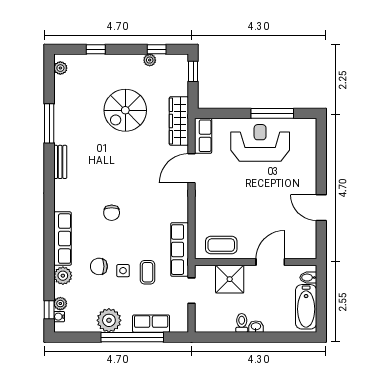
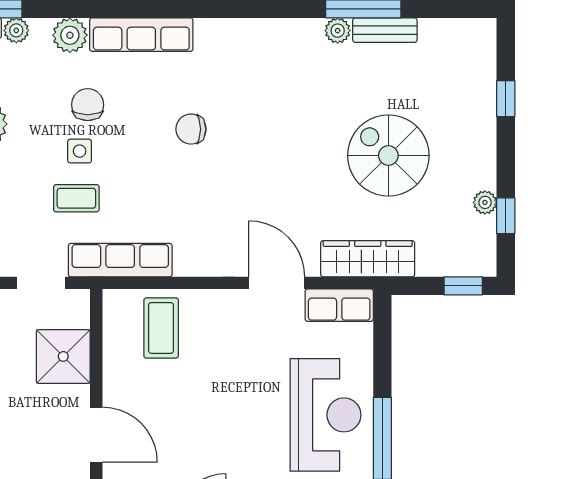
plant: (60, 68) -> (338, 31), moved
bench: (60, 162) -> (385, 30), moved
coffee table: (221, 245) -> (161, 328), moved

